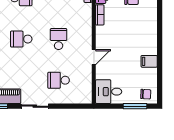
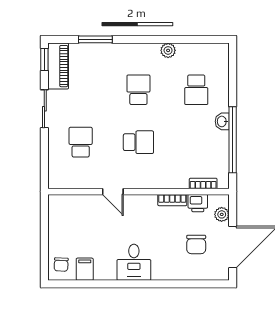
filing cabinet: (149, 61) -> (85, 269), moved
desk: (109, 92) -> (134, 262), moved, turned 180
window: (135, 106) -> (44, 249), removed

